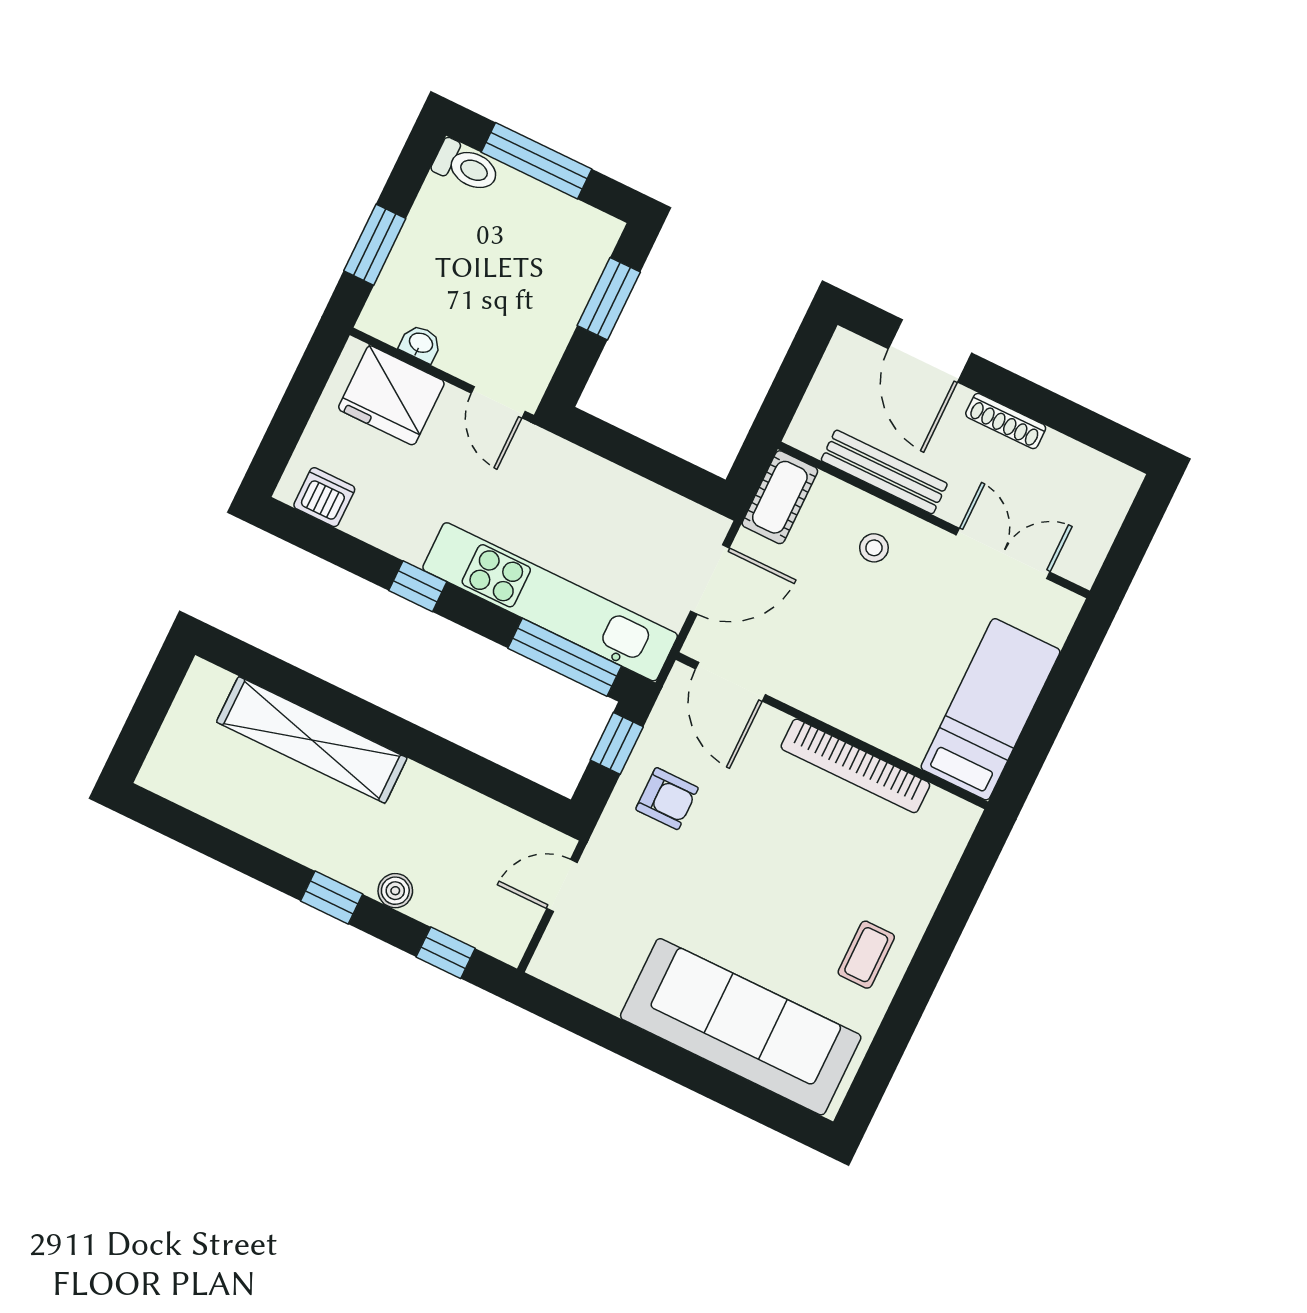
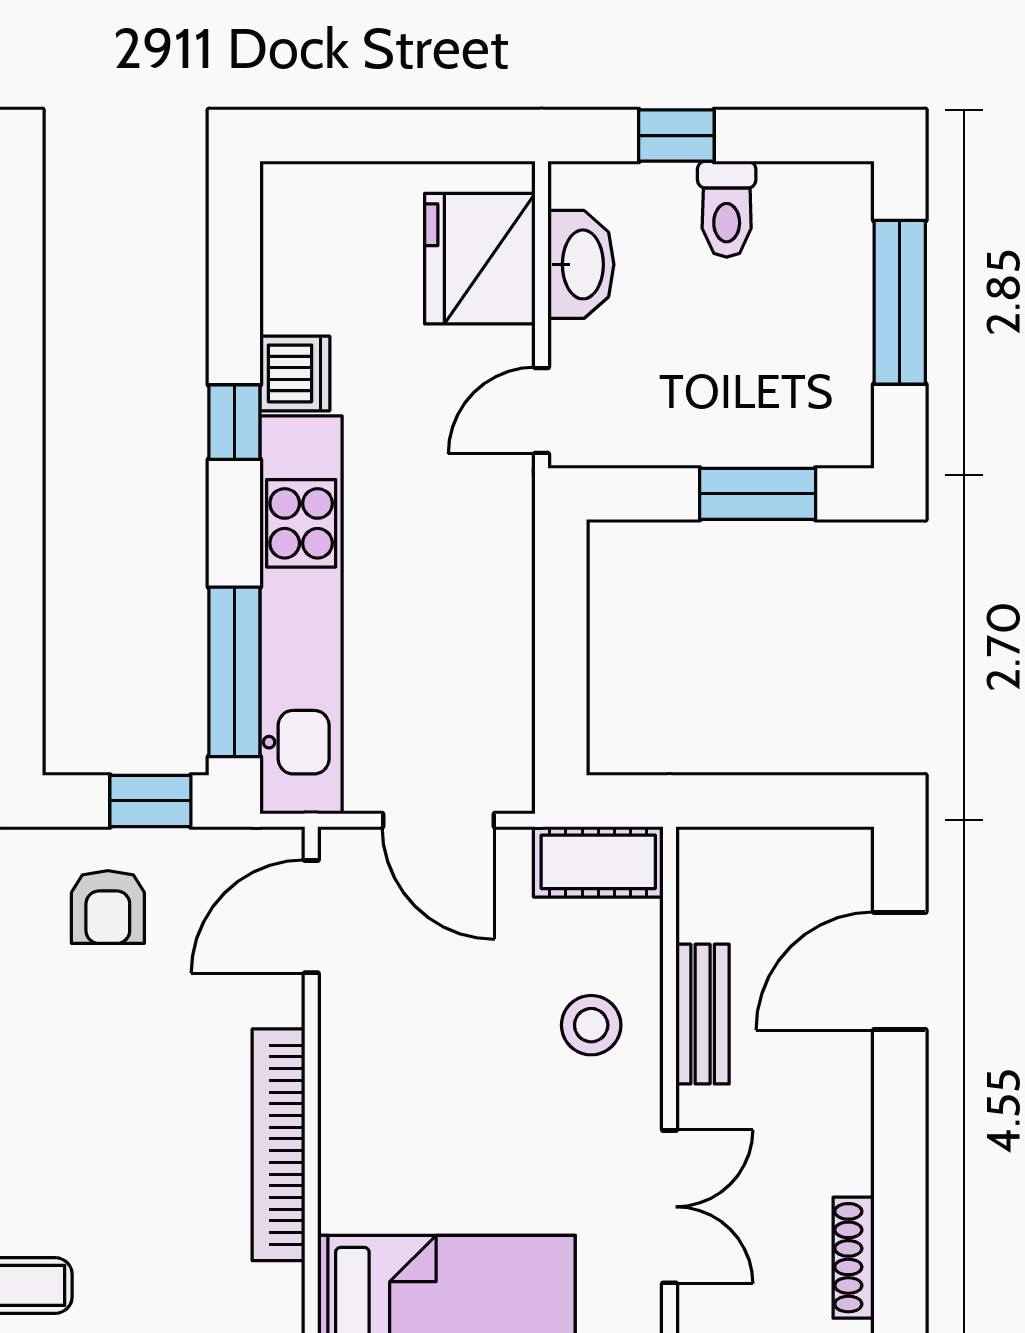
toilet: (466, 166) -> (727, 209), moved
window: (375, 245) -> (676, 136), width x0.67
washbasin: (421, 344) -> (581, 264), width x1.91, depth x1.45
shoe rack: (1006, 421) -> (854, 1258), moved
bench: (884, 472) -> (703, 1014), width x0.73
dishwasher: (324, 497) -> (295, 373), moved
stool: (874, 548) -> (591, 1025), width x1.37, depth x1.37

